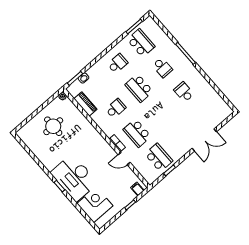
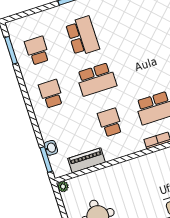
school desk: (141, 43) -> (37, 51), width x0.54
school desk: (162, 68) -> (82, 36), width x1.85
school desk: (184, 92) -> (128, 22), removed

